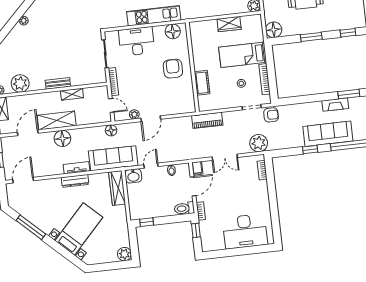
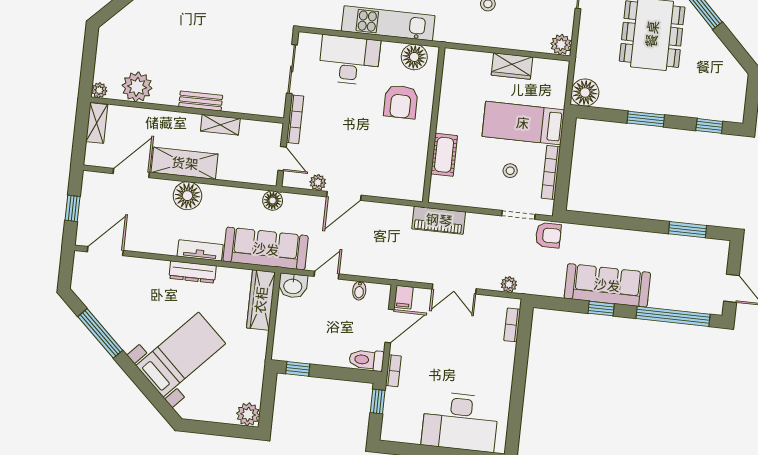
armchair: (173, 69) -> (401, 102), moved, turned 180
fireplace: (335, 105) -> (660, 242), removed
sofa: (328, 134) -> (607, 285), moved
plant: (259, 143) -> (509, 284), width x0.53, depth x0.53

